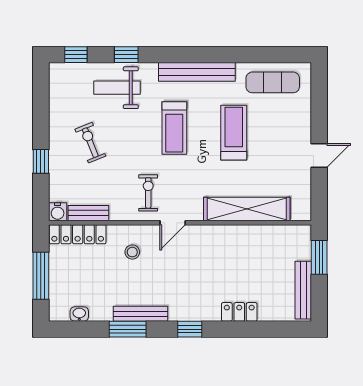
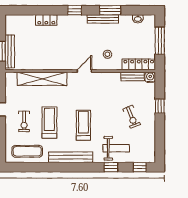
treadmill: (234, 133) -> (49, 123), turned 180
exercise bike: (148, 193) -> (24, 121), moved
bench: (303, 290) -> (10, 51), moved

